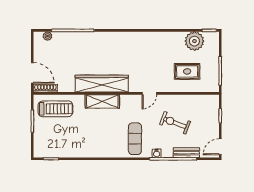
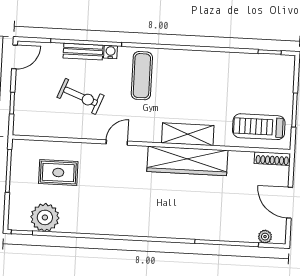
door: (32, 73) -> (290, 203), moved
bench: (186, 153) -> (83, 52), moved

